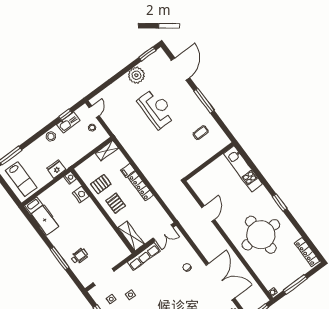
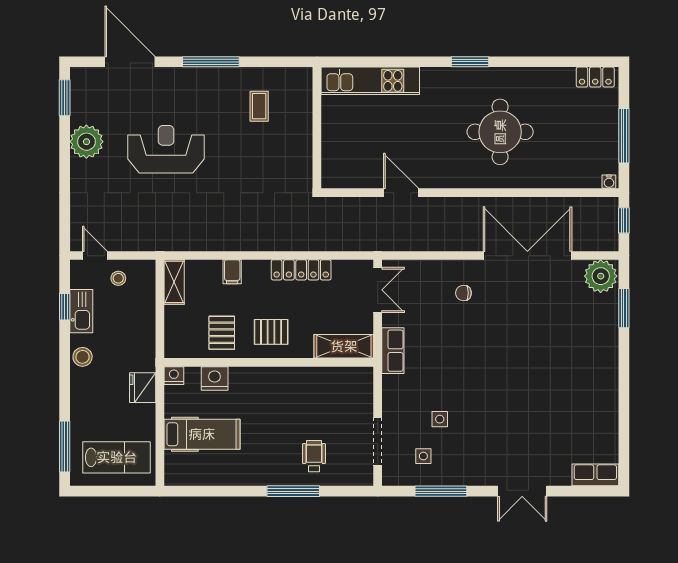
locker: (141, 186) -> (301, 270), moved
hospital bed: (42, 216) -> (202, 434), moved
round table: (261, 235) -> (500, 132), width x0.73, depth x0.73
locker: (307, 252) -> (595, 77), width x0.66
row of seats: (144, 256) -> (393, 351), width x0.68

